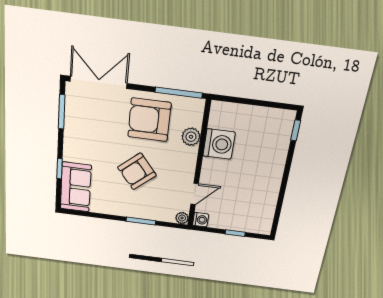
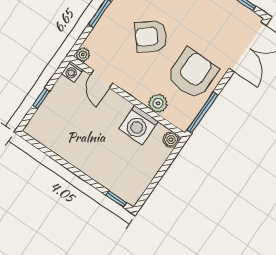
boiler: (218, 109) -> (171, 140), added
armchair: (137, 171) -> (151, 36), turned -90

